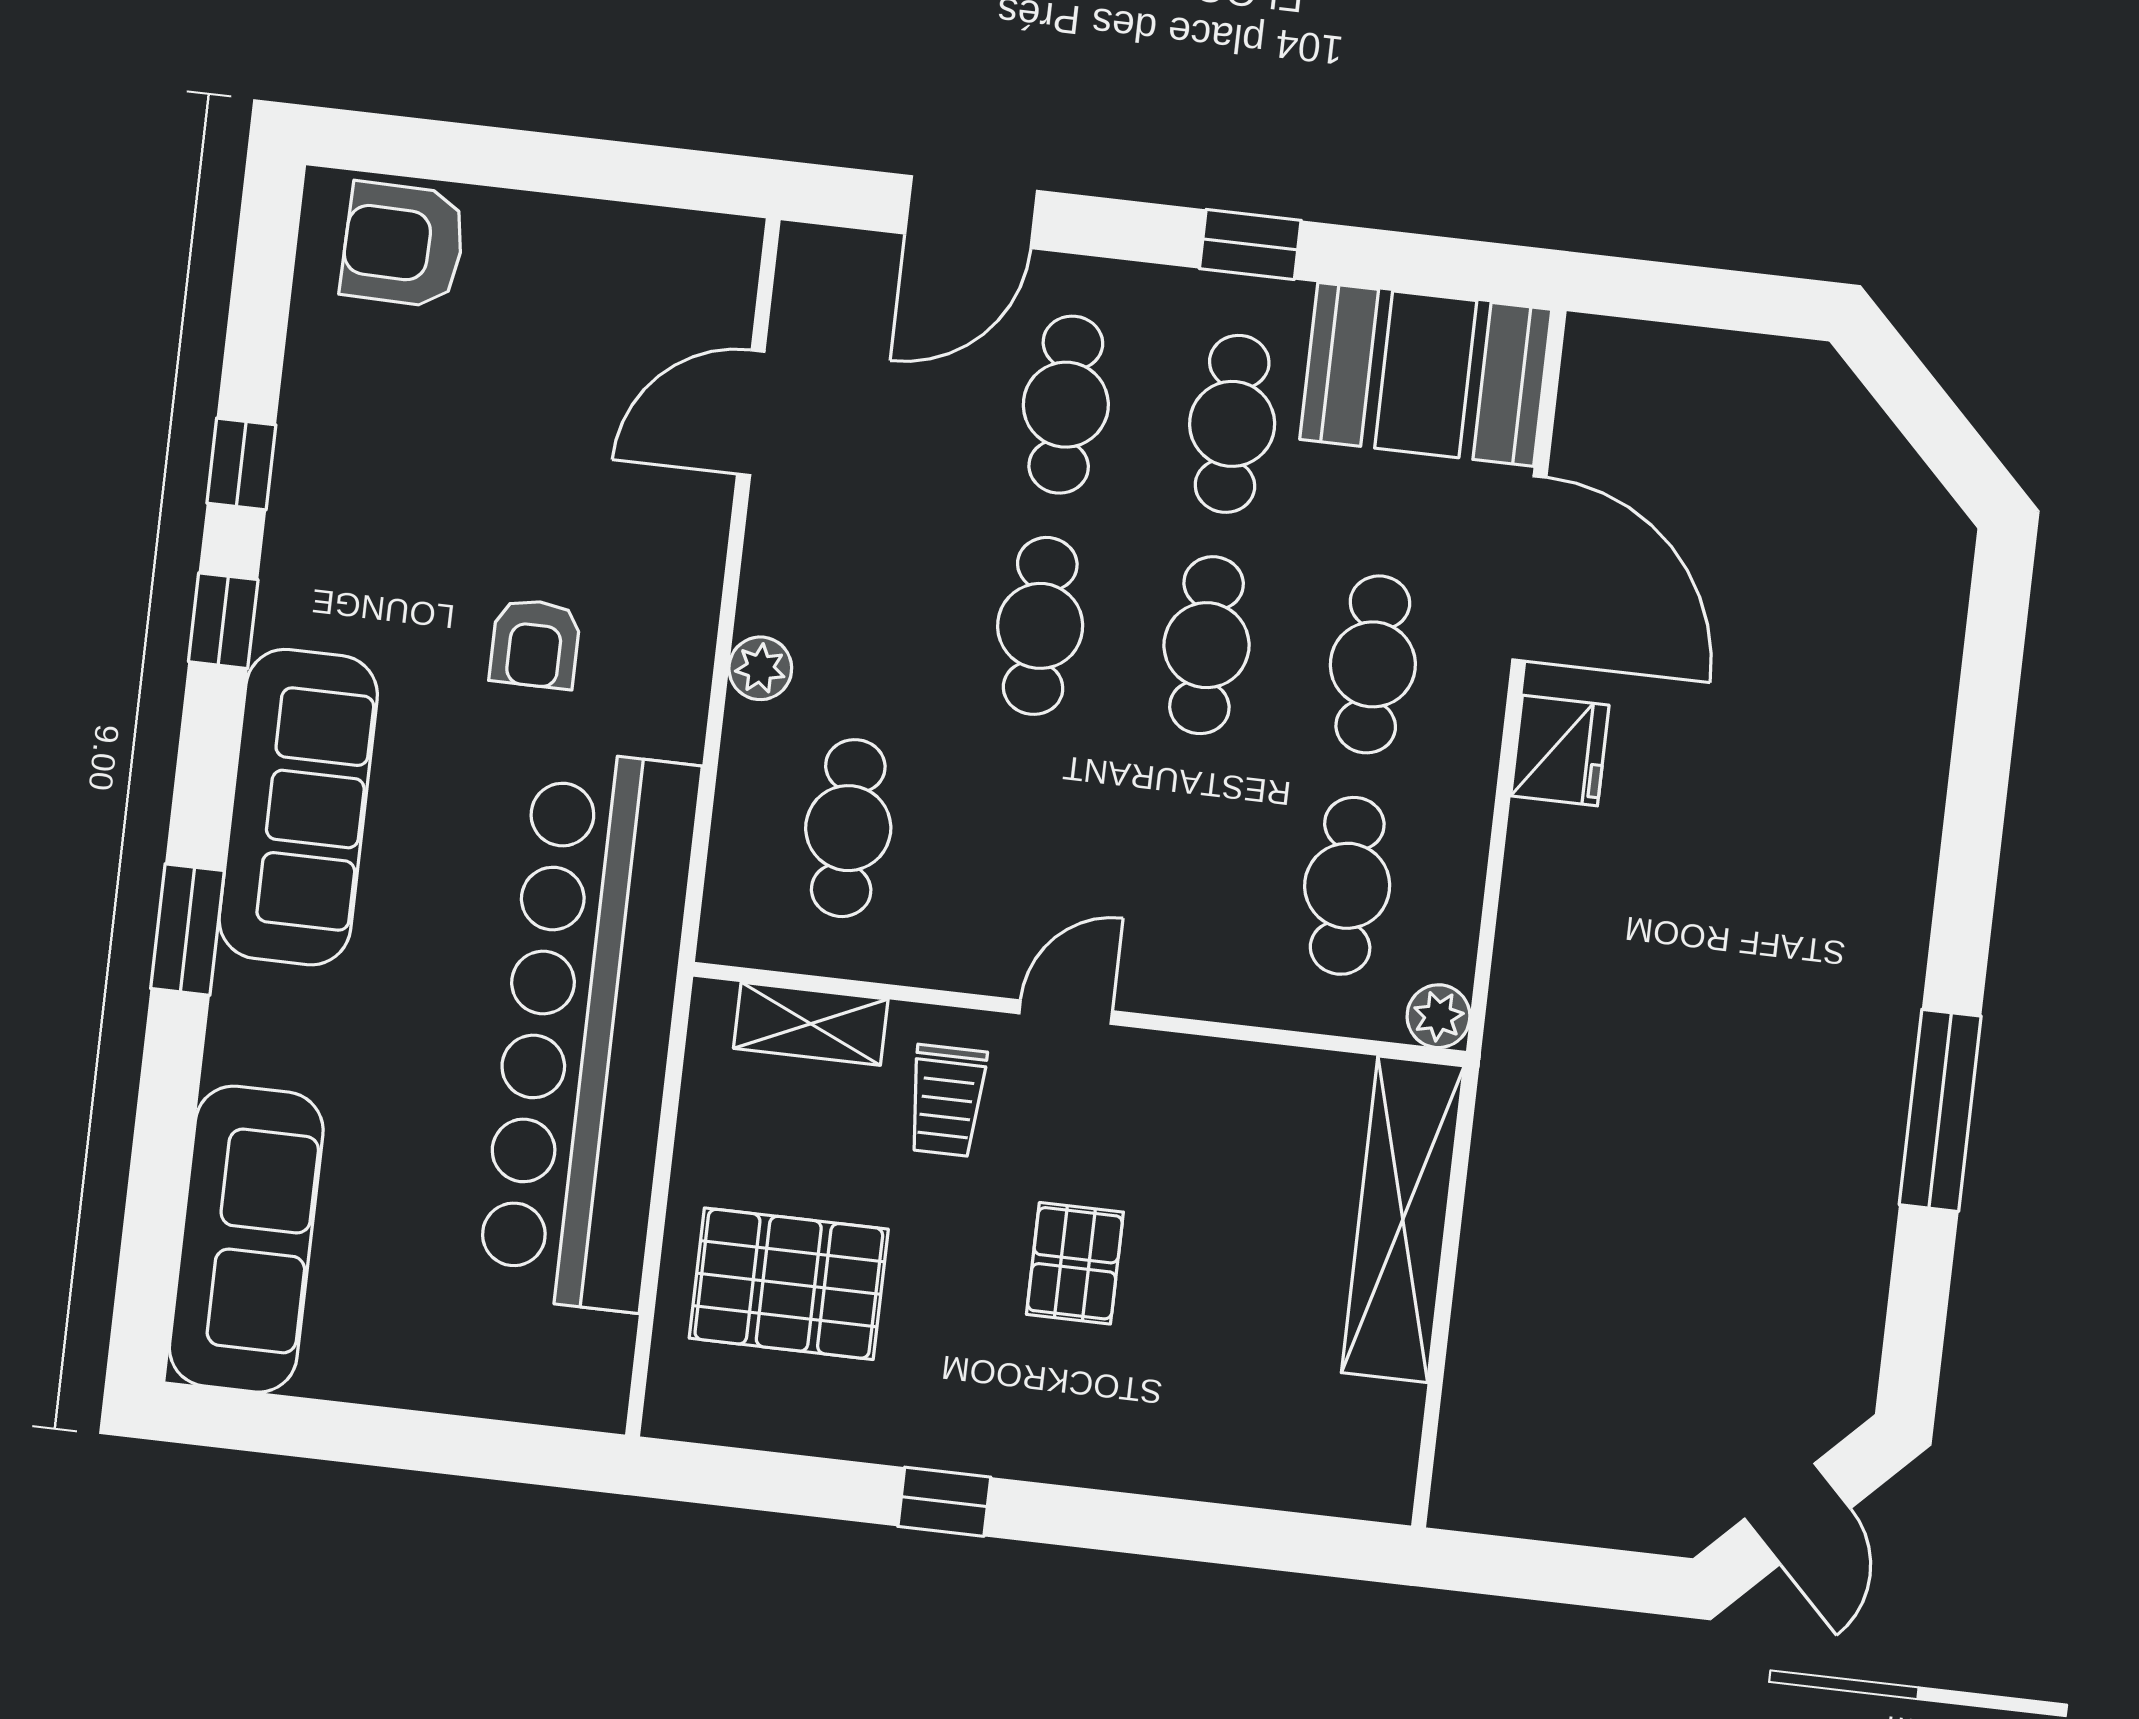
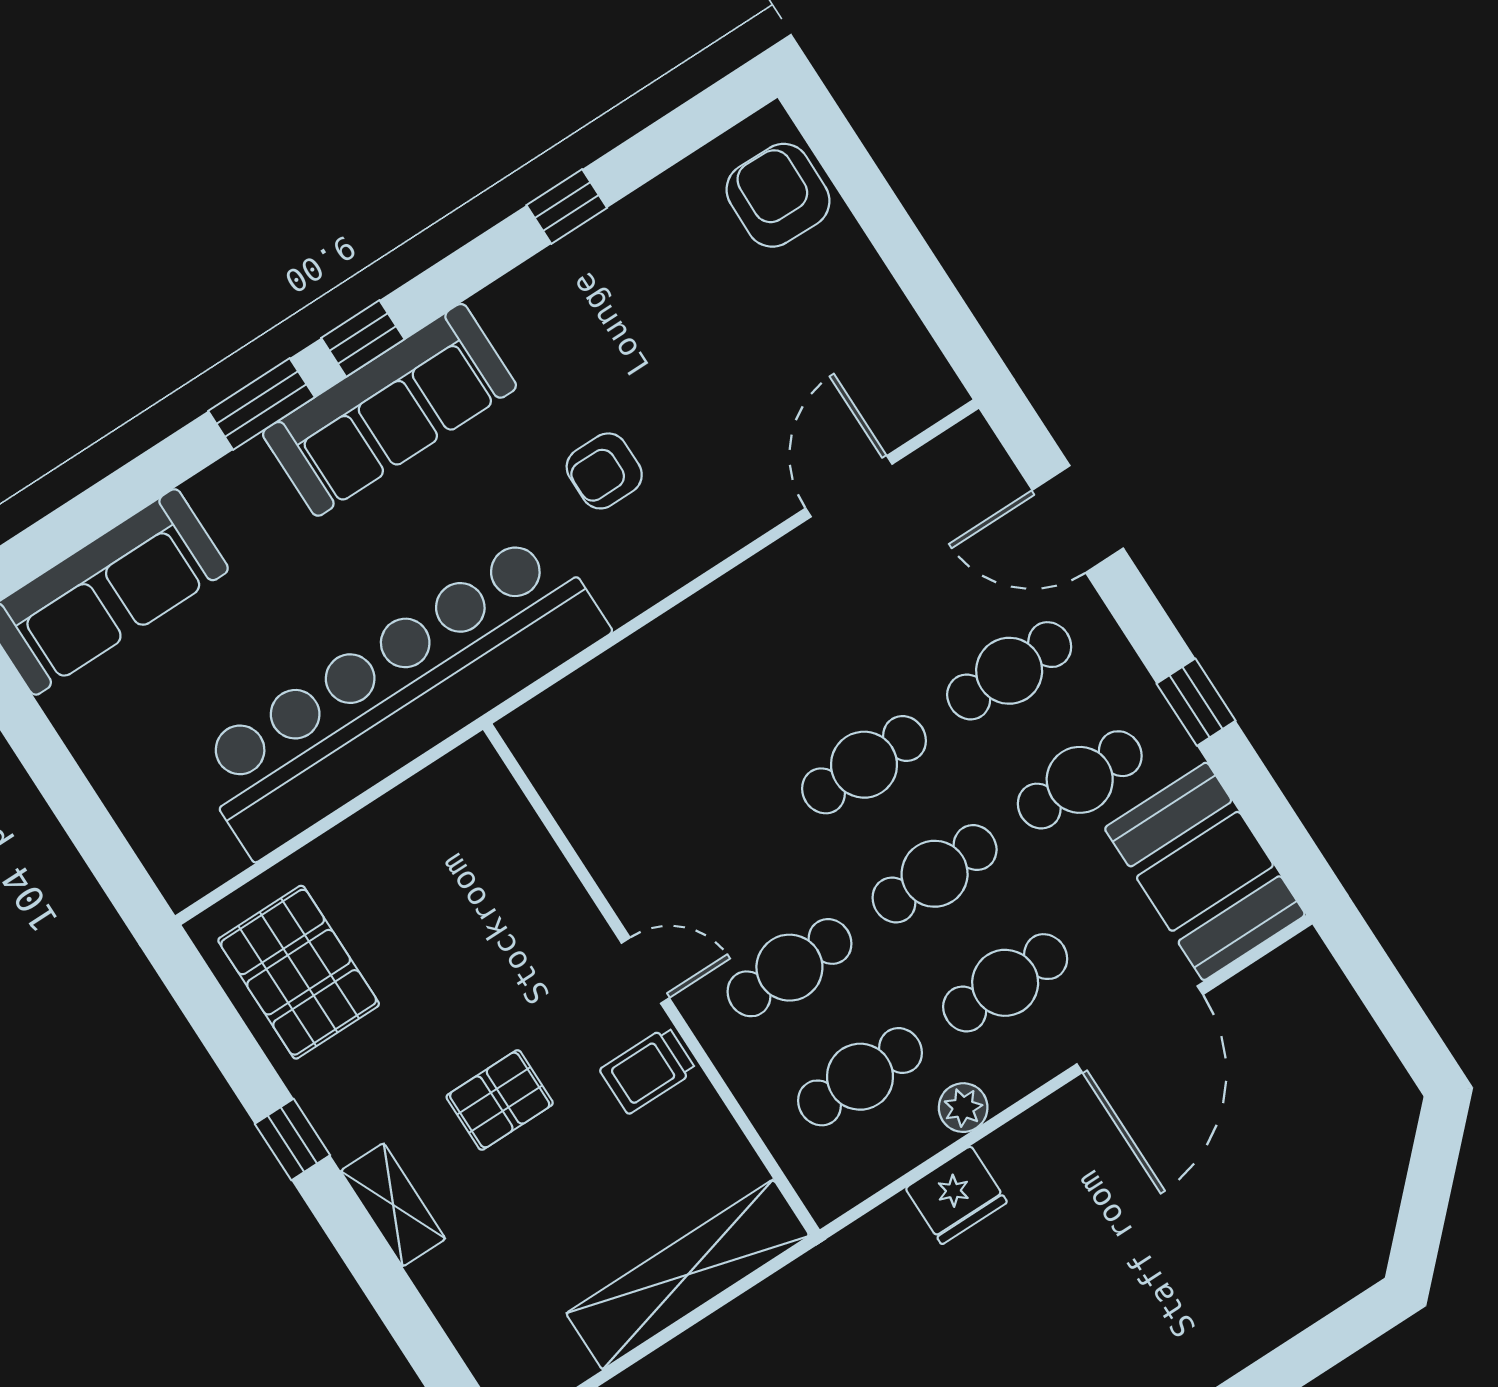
door: (751, 413) -> (849, 486), hinge flipped
window: (223, 621) -> (363, 338), moved
plant: (760, 668) -> (701, 618), removed
fridge: (1560, 751) -> (956, 1195), moved
cafe table: (848, 828) -> (789, 968), moved
plant: (1438, 1016) -> (963, 1108), moved
shelving: (811, 1024) -> (393, 1205), moved
trolley: (947, 1101) -> (648, 1070), moved
pallet: (789, 1284) -> (299, 972), moved

